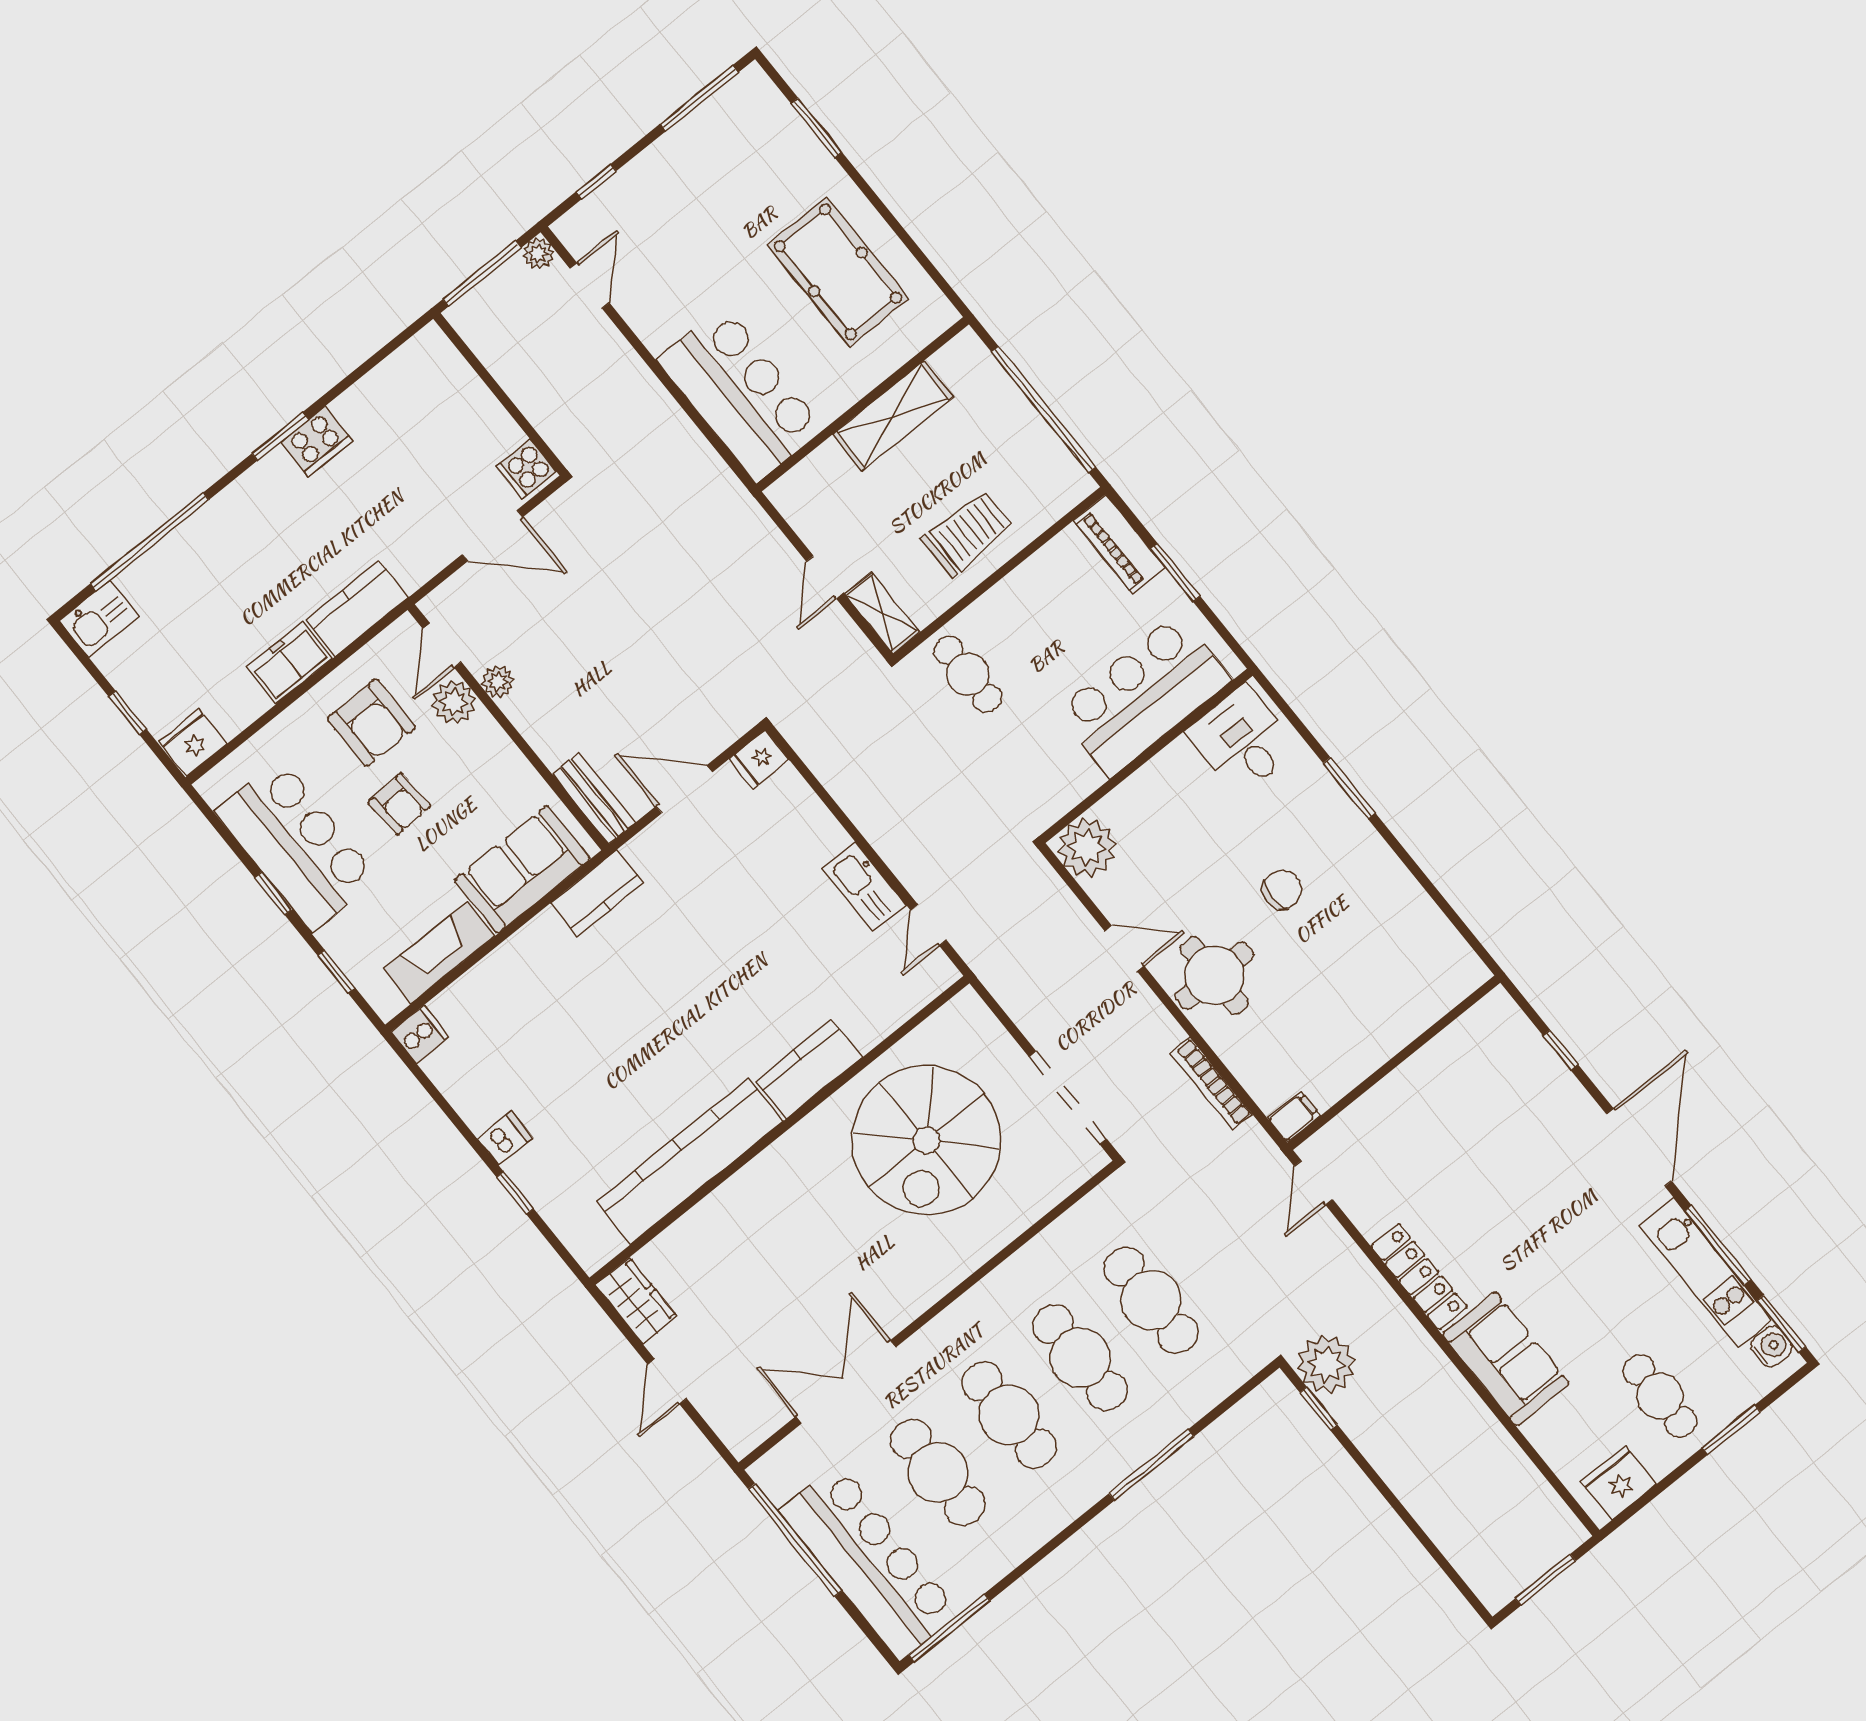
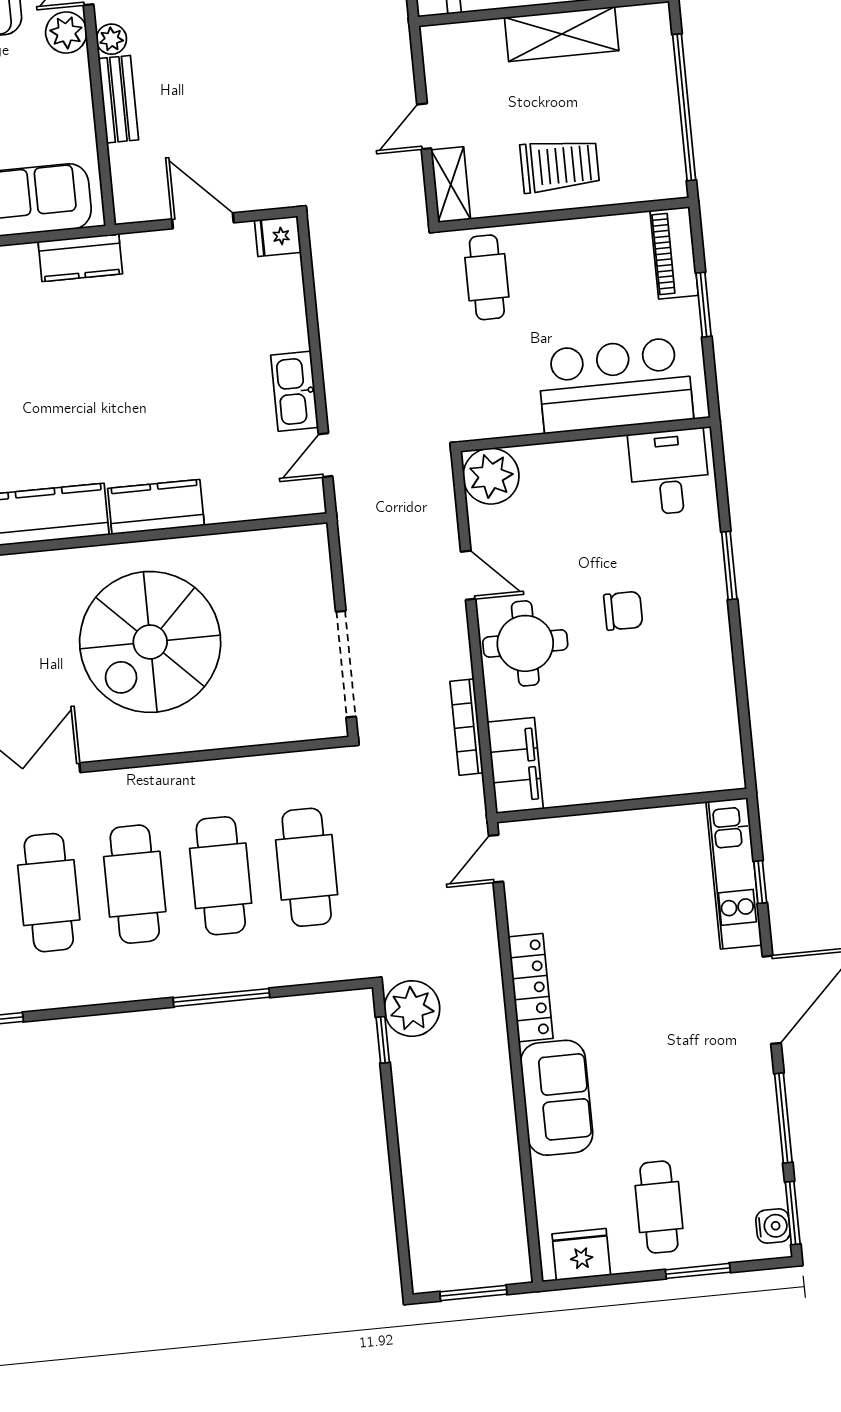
bench: (594, 799) -> (118, 99), moved
filing cabinet: (1294, 1117) -> (515, 765), width x3.00, depth x1.17
spiral stairs: (926, 1140) -> (150, 642), moved
kitchen unit: (1706, 1273) -> (734, 873), moved

